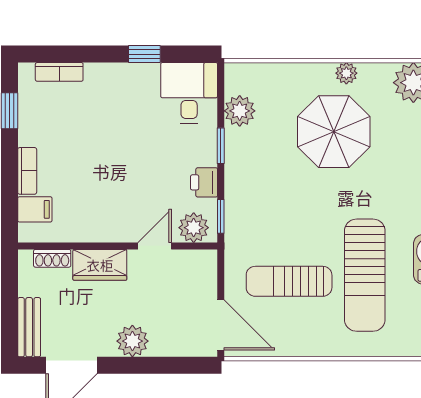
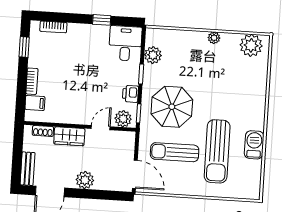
parasol: (334, 132) -> (172, 107), moved

